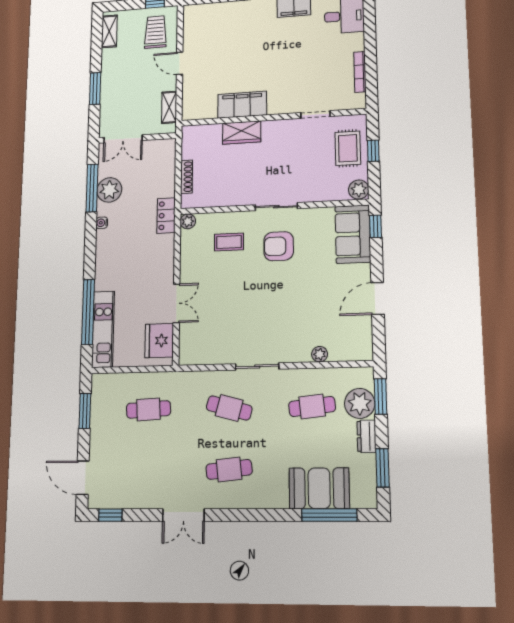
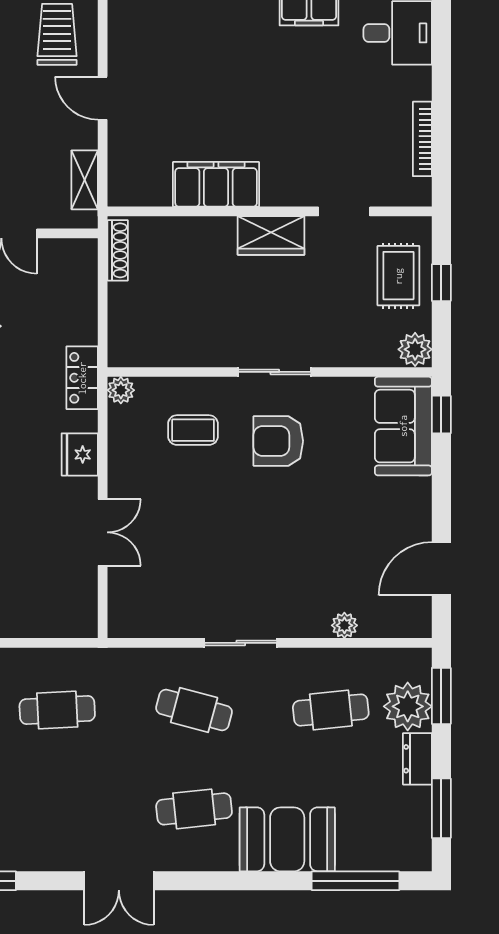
wardrobe: (242, 133) -> (271, 235), moved
shoe rack: (187, 177) -> (118, 250), moved
door: (378, 298) -> (441, 569), moved
fridge: (159, 341) -> (80, 454), moved, width x0.73, depth x0.75
booth: (319, 488) -> (287, 839), moved

